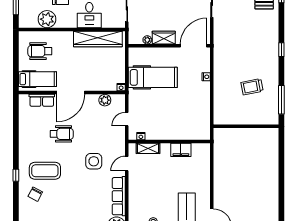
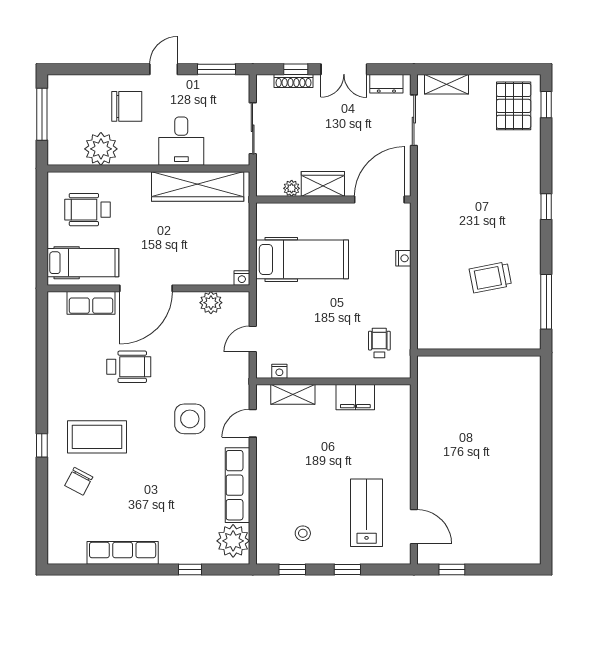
wheelchair: (194, 121) -> (379, 343), added

